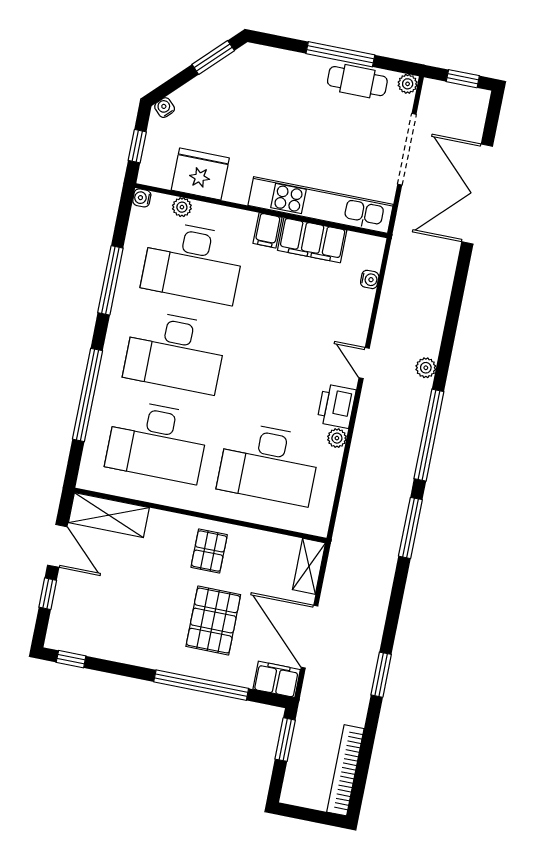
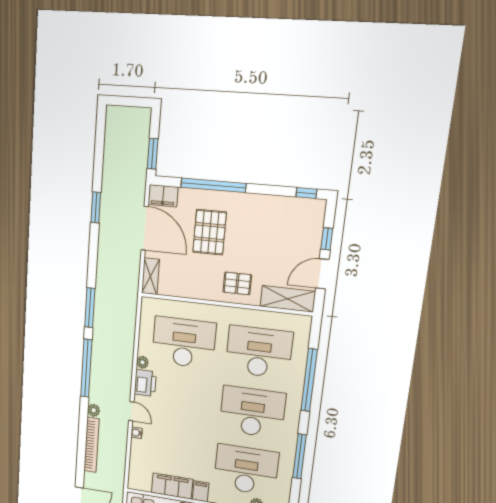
water cooler: (370, 279) -> (137, 433), moved
door: (57, 546) -> (322, 274), hinge flipped
pallet: (209, 551) -> (237, 283), moved, turned 90
bookcase: (345, 770) -> (91, 445), moved

